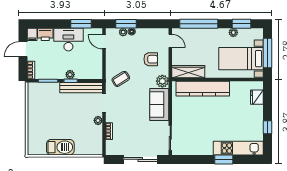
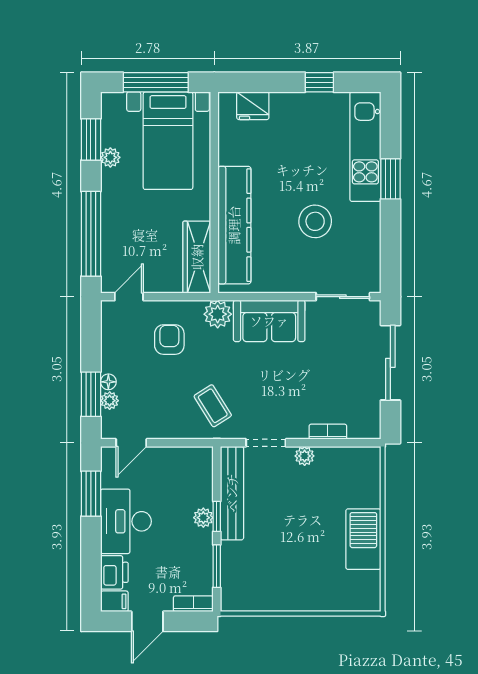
door: (23, 49) -> (147, 621), hinge flipped
stool: (204, 125) -> (315, 221), added

